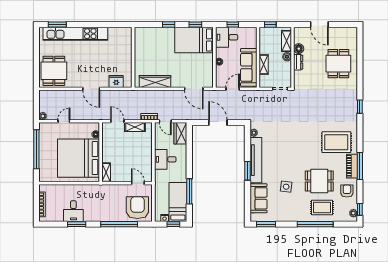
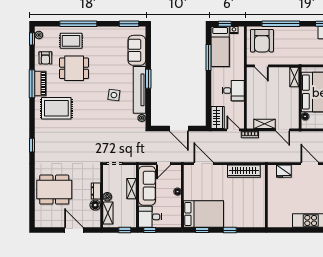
window: (233, 24) -> (150, 230), moved
desk: (227, 37) -> (150, 217), moved, turned 180
dining table: (338, 64) -> (54, 190), width x1.38
side table: (286, 187) -> (114, 95), moved

